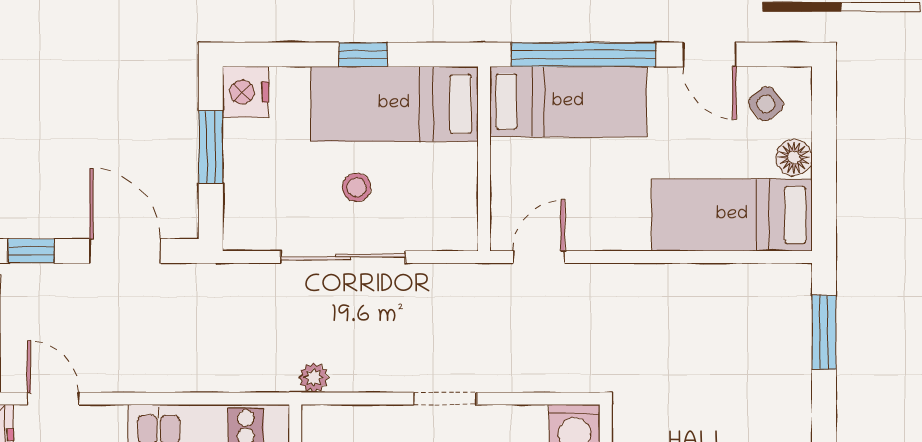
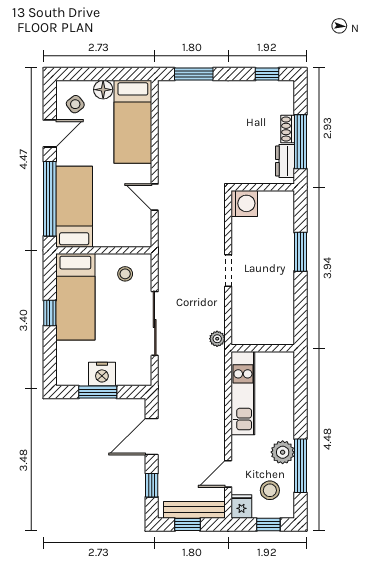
nightstand: (246, 92) -> (102, 374), moved
stool: (357, 187) -> (125, 274), moved
door: (539, 257) -> (155, 197), moved

